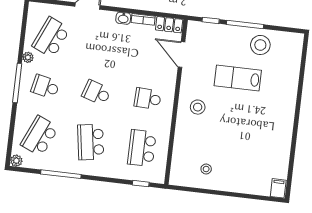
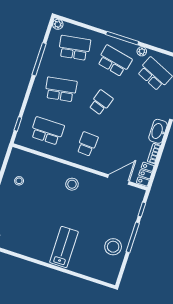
washbasin: (123, 18) -> (158, 131), width x1.91, depth x1.45
lab bench: (238, 78) -> (64, 247), moved
school desk: (45, 87) -> (114, 61), width x1.85
school desk: (40, 136) -> (74, 48), turned -33

